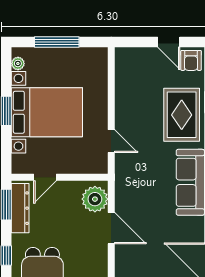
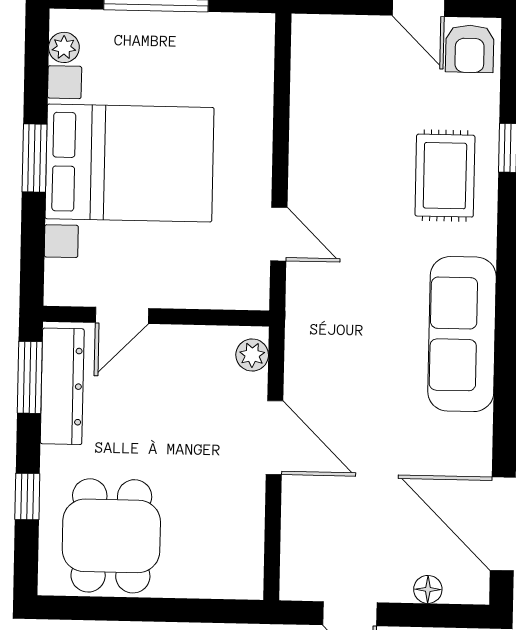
rug: (182, 115) -> (445, 176), width x0.73, depth x0.70
plant: (95, 199) -> (252, 355), width x0.53, depth x0.53

